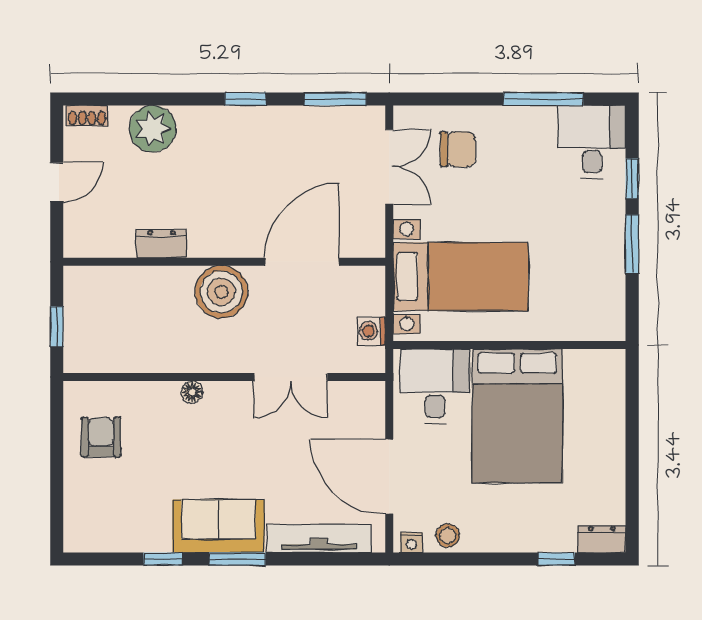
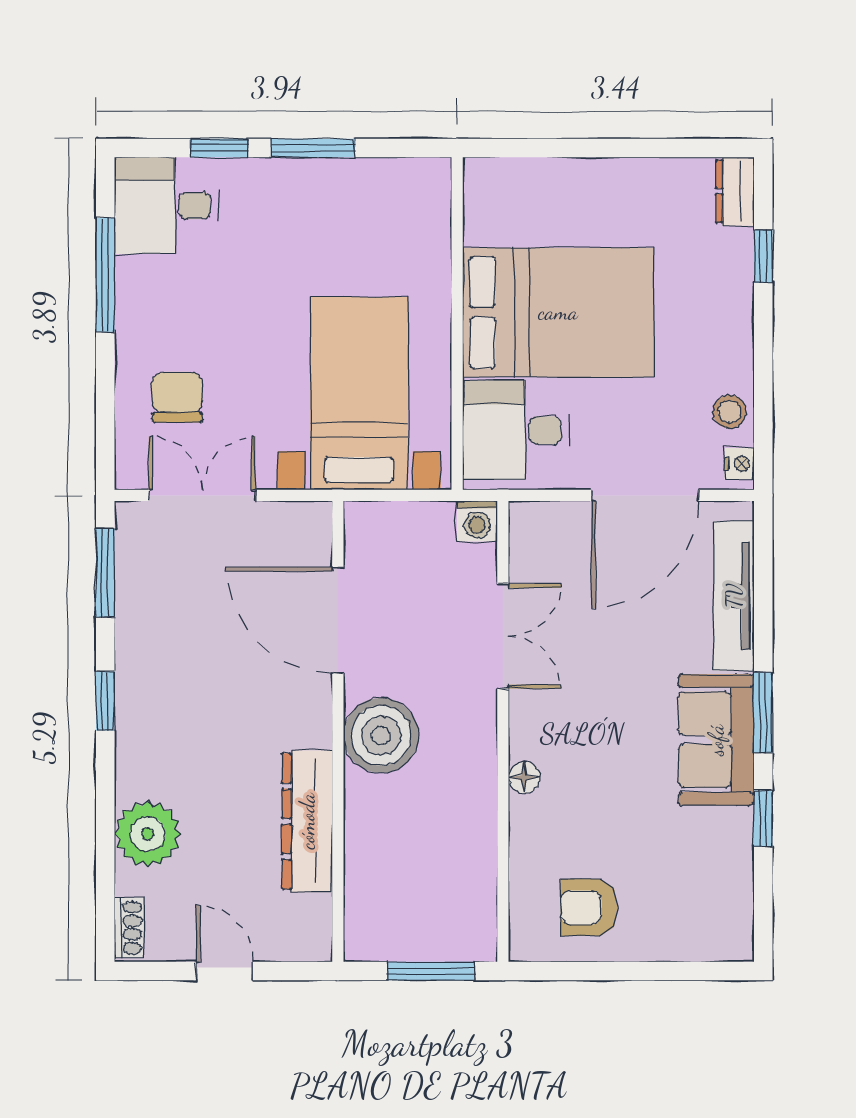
dresser: (161, 244) -> (307, 821), width x1.96, depth x1.24
window: (57, 327) -> (431, 971), width x1.50
washing machine: (371, 331) -> (477, 521), moved

